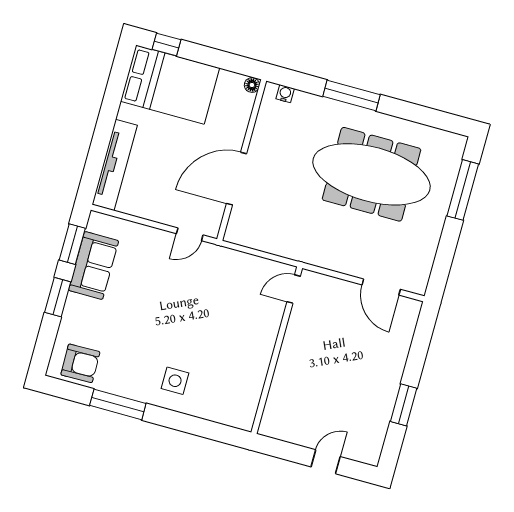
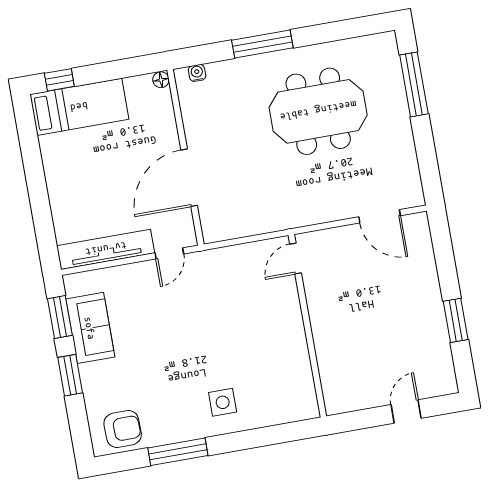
bed: (170, 85) -> (79, 107), width x0.67
tv unit: (115, 165) -> (106, 249), moved, turned -90
meeting table: (372, 174) -> (318, 111), width x0.73

